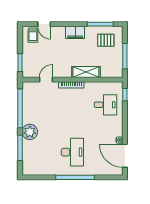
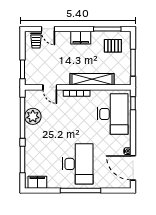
shelving: (86, 72) -> (92, 79), width x1.47
door: (46, 80) -> (50, 87), swing flipped
desk: (105, 105) -> (113, 114), width x1.87, depth x1.30
plant: (30, 132) -> (33, 116), moved
desk: (72, 152) -> (78, 164), width x1.36, depth x1.30
filing cabinet: (34, 169) -> (37, 182), added

